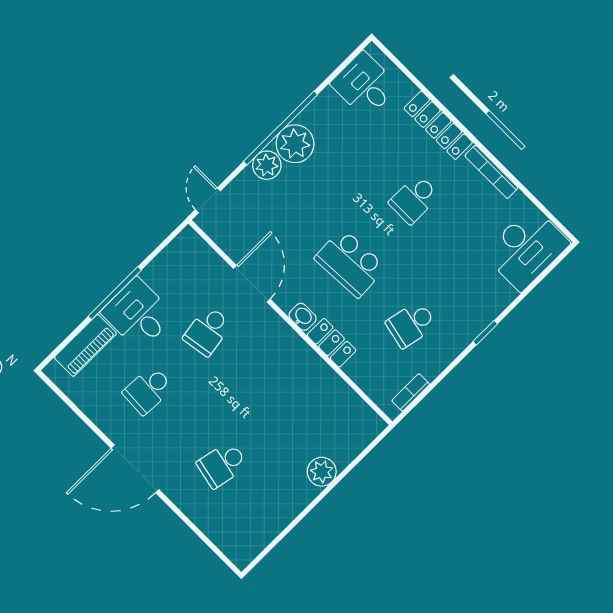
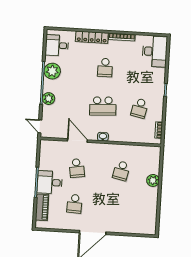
plant: (295, 144) -> (52, 71), moved
locker: (332, 343) -> (119, 137), removed
school desk: (222, 465) -> (121, 171), moved

